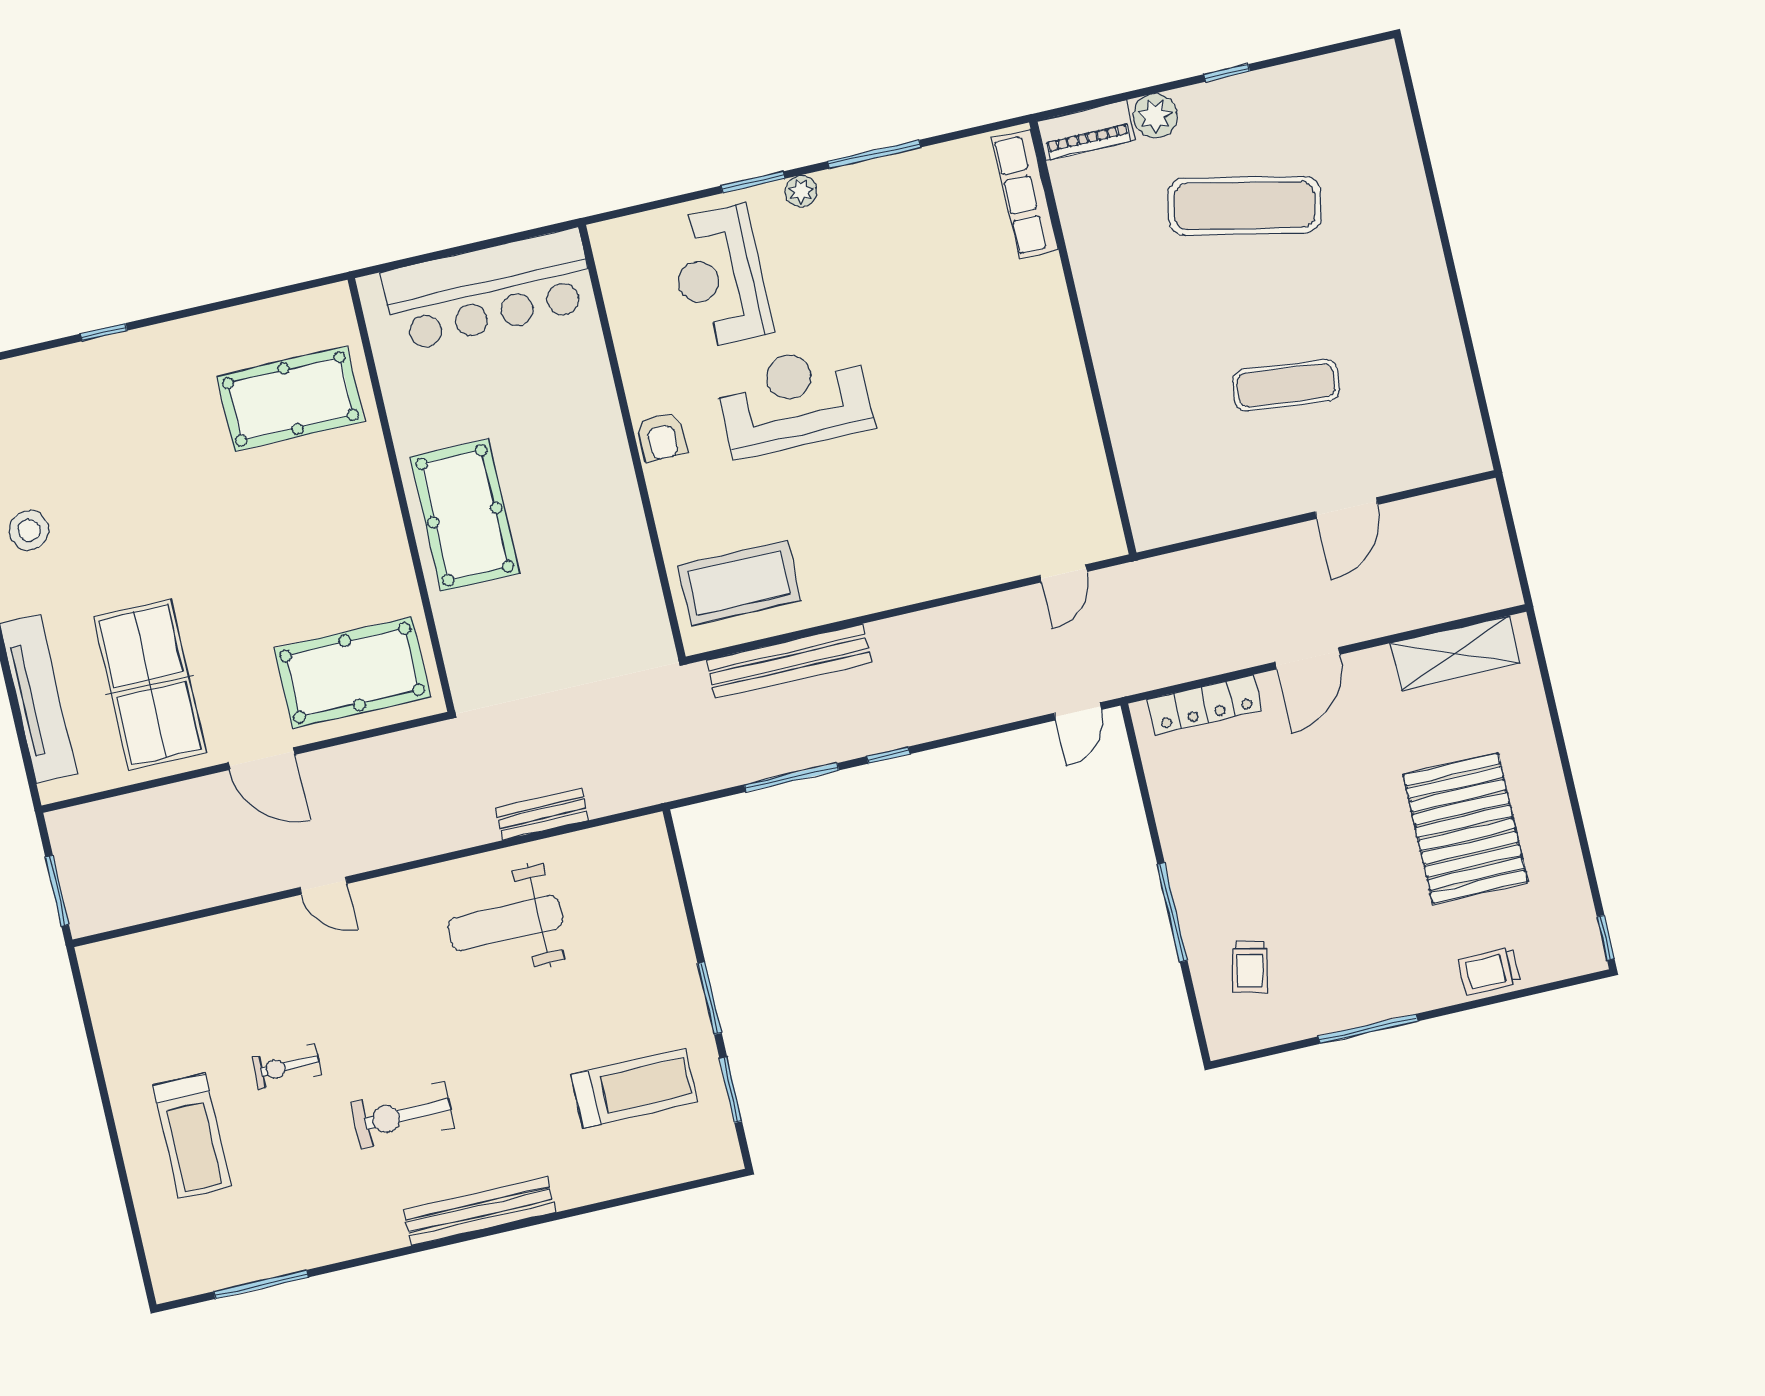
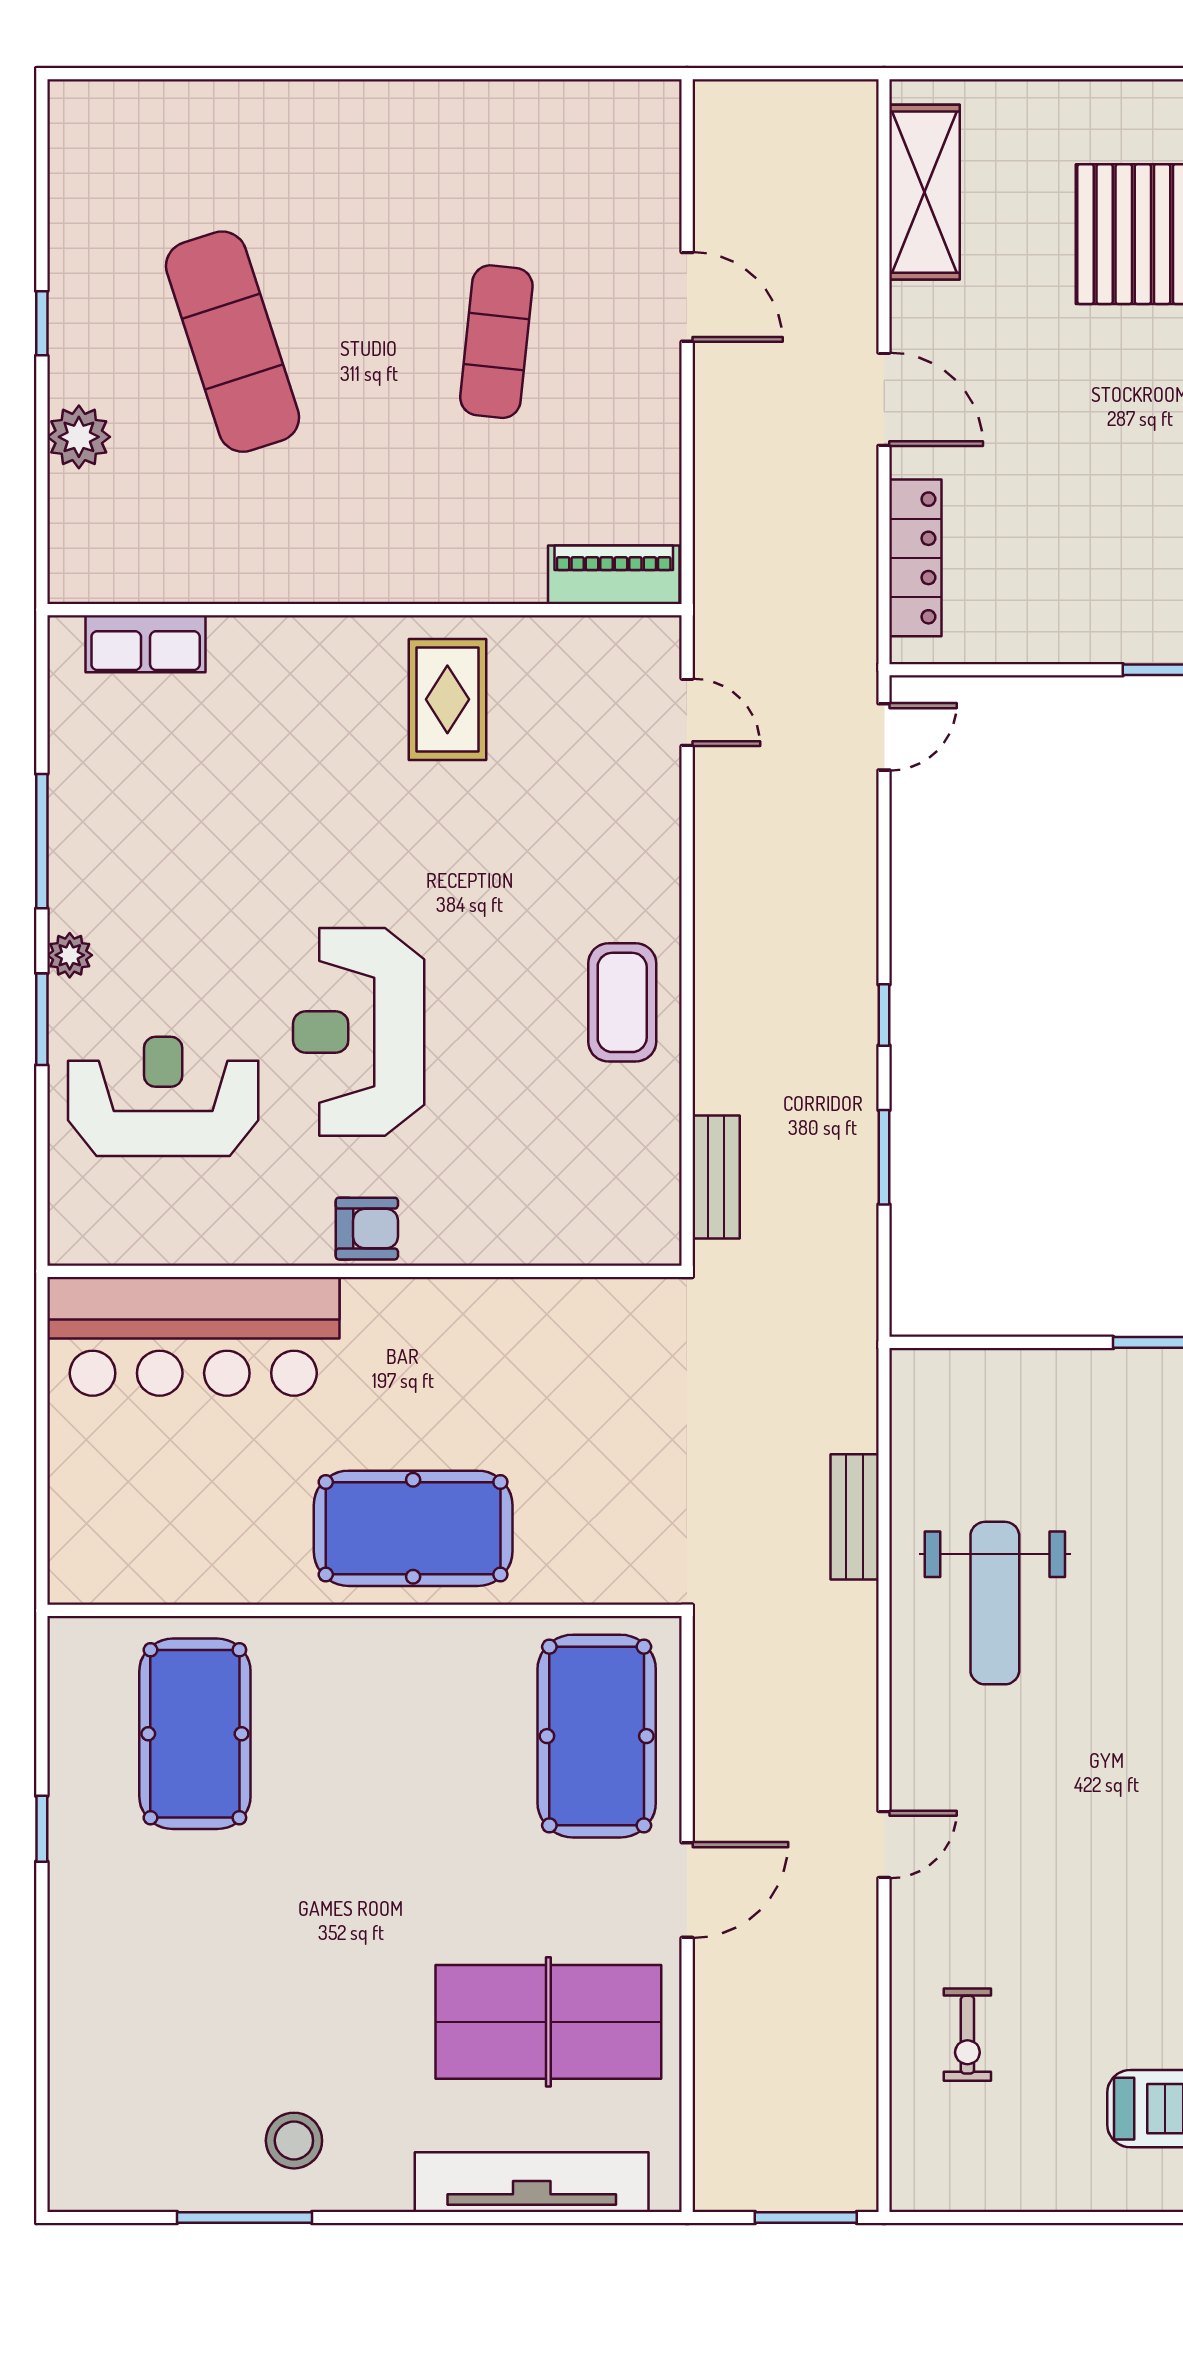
piano: (1086, 130) -> (614, 575), moved, turned -90
row of seats: (1025, 194) -> (146, 644), width x0.68
exercise mat: (1244, 206) -> (233, 342), turned -30
reception desk: (720, 277) -> (163, 1096), turned 180
bar counter: (488, 290) -> (193, 1336), moved, turned 90
window: (104, 332) -> (42, 1829), moved
rug: (1035, 408) -> (447, 699), added
coffee table: (739, 583) -> (622, 1002), moved, width x0.73, depth x0.76
bench: (789, 661) -> (716, 1177), width x0.54, depth x0.82
door: (1078, 711) -> (884, 737), hinge flipped
window: (791, 777) -> (884, 1157), width x0.69
exercise bike: (287, 1066) -> (967, 2035), moved

